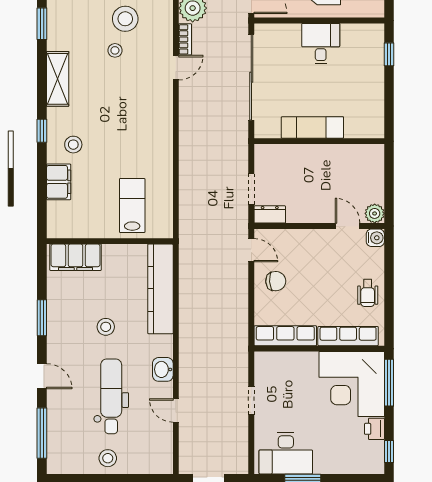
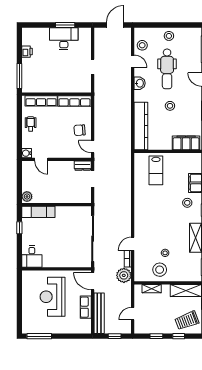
desk: (321, 44) -> (32, 256), moved
window: (389, 54) -> (19, 228), moved
exam couch: (312, 127) -> (38, 212), moved
plant: (375, 213) -> (27, 197), moved
corner desk: (352, 384) -> (39, 75), removed
stool: (158, 441) -> (142, 45), added
window: (389, 451) -> (19, 40), removed
desk: (286, 453) -> (64, 39), moved

